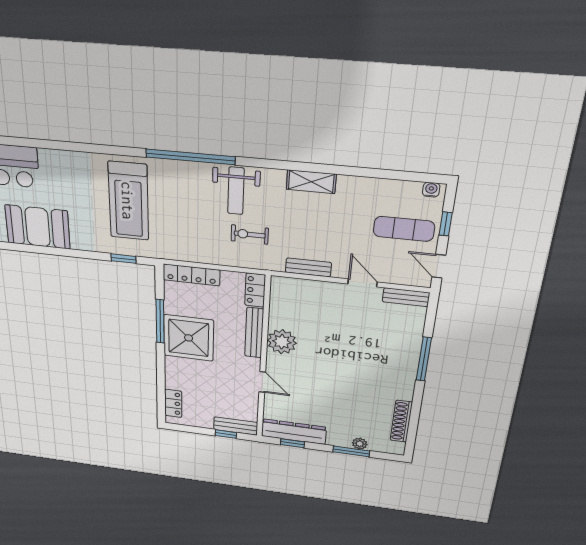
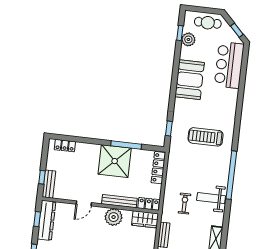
treadmill: (128, 201) -> (206, 137), width x0.73, depth x0.73
wardrobe: (282, 296) -> (145, 219), added

